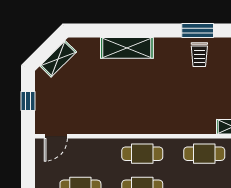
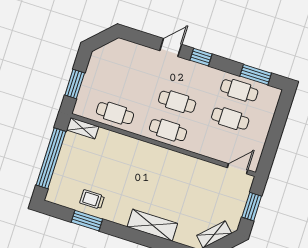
trolley: (199, 55) -> (92, 199), turned -90
window: (28, 101) -> (252, 207), width x1.50

